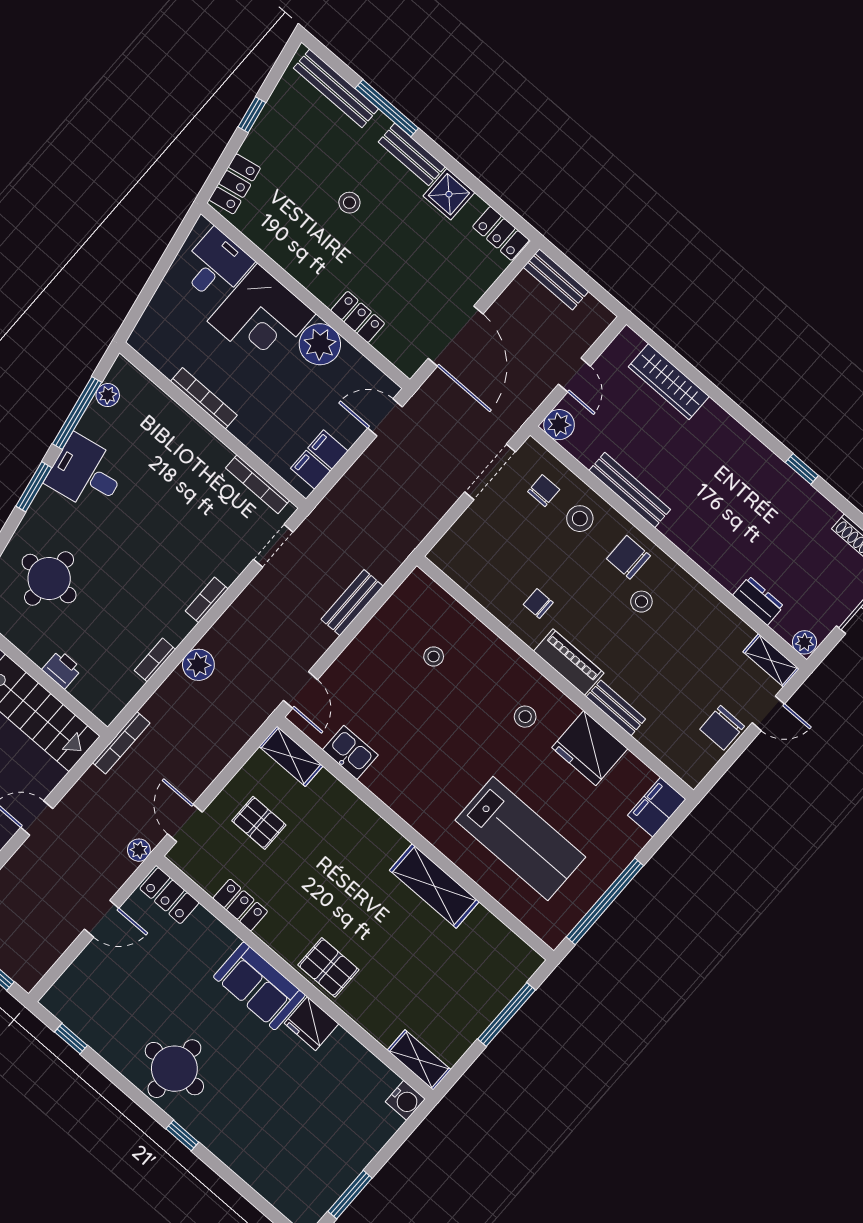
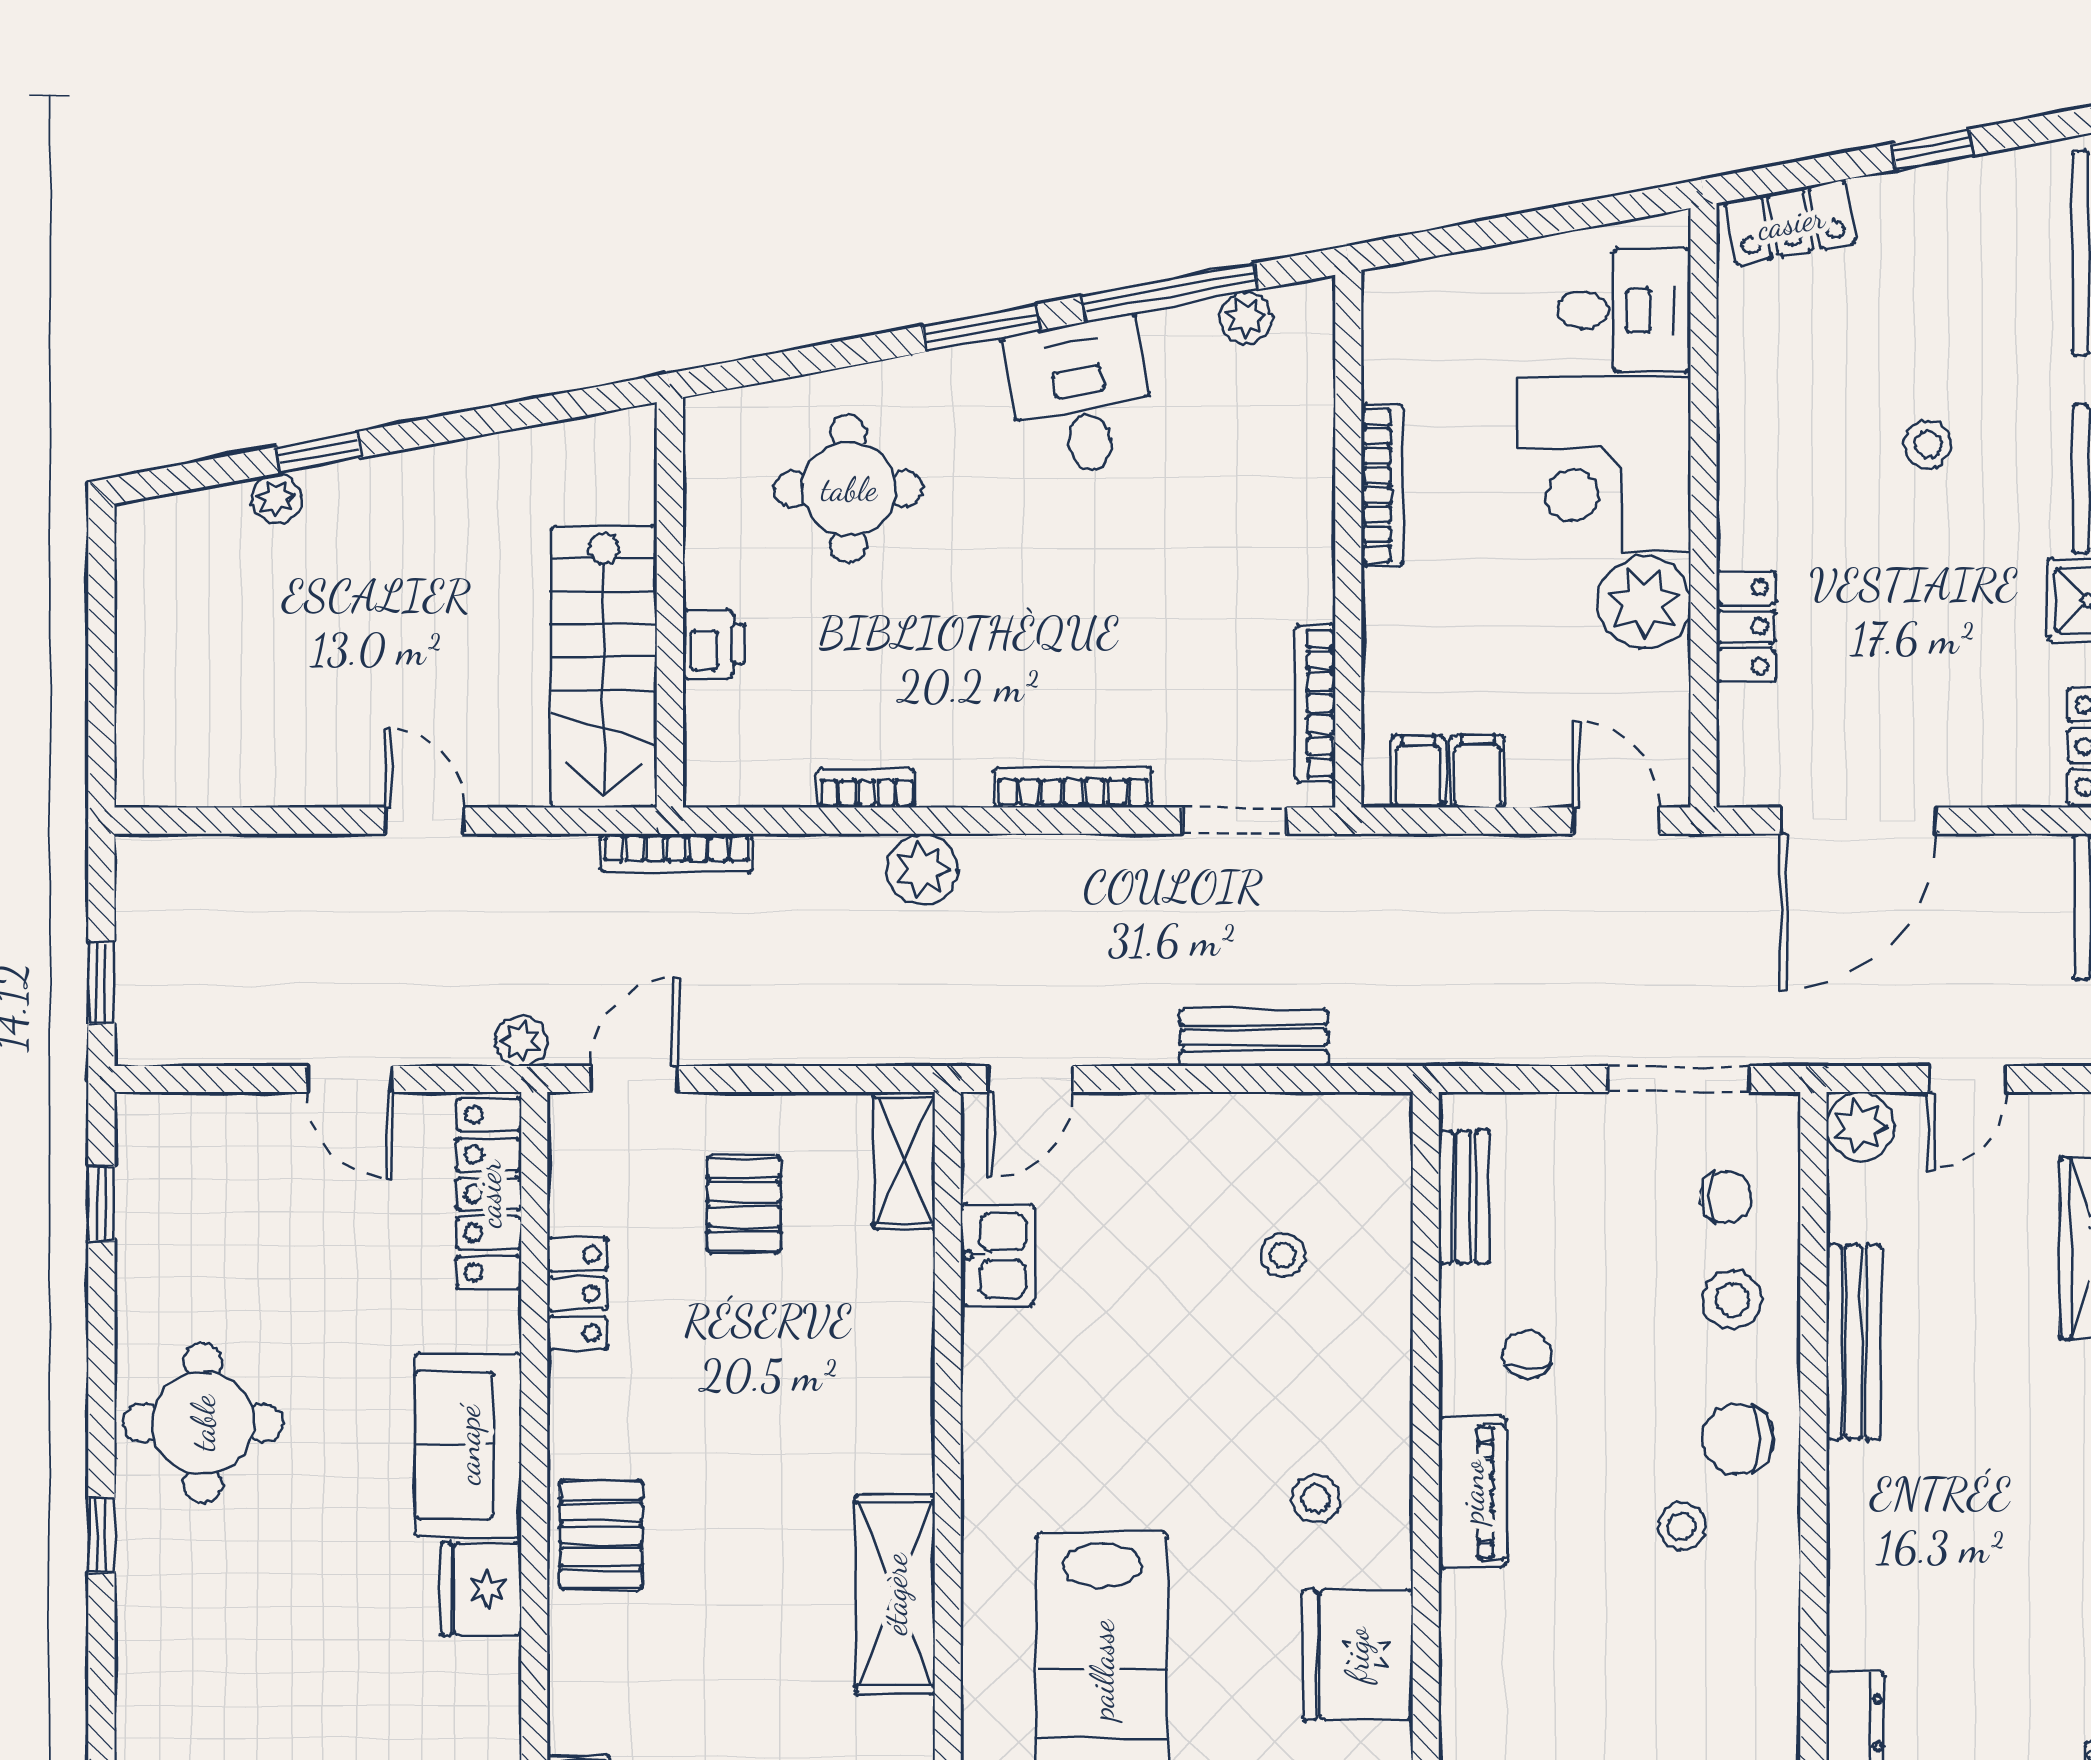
chair: (628, 557) -> (1738, 1439), turned -90
bookcase: (207, 600) -> (1073, 787), width x1.56
bench: (616, 708) -> (1464, 1197), moved
locker: (169, 896) -> (489, 1194), width x1.53

